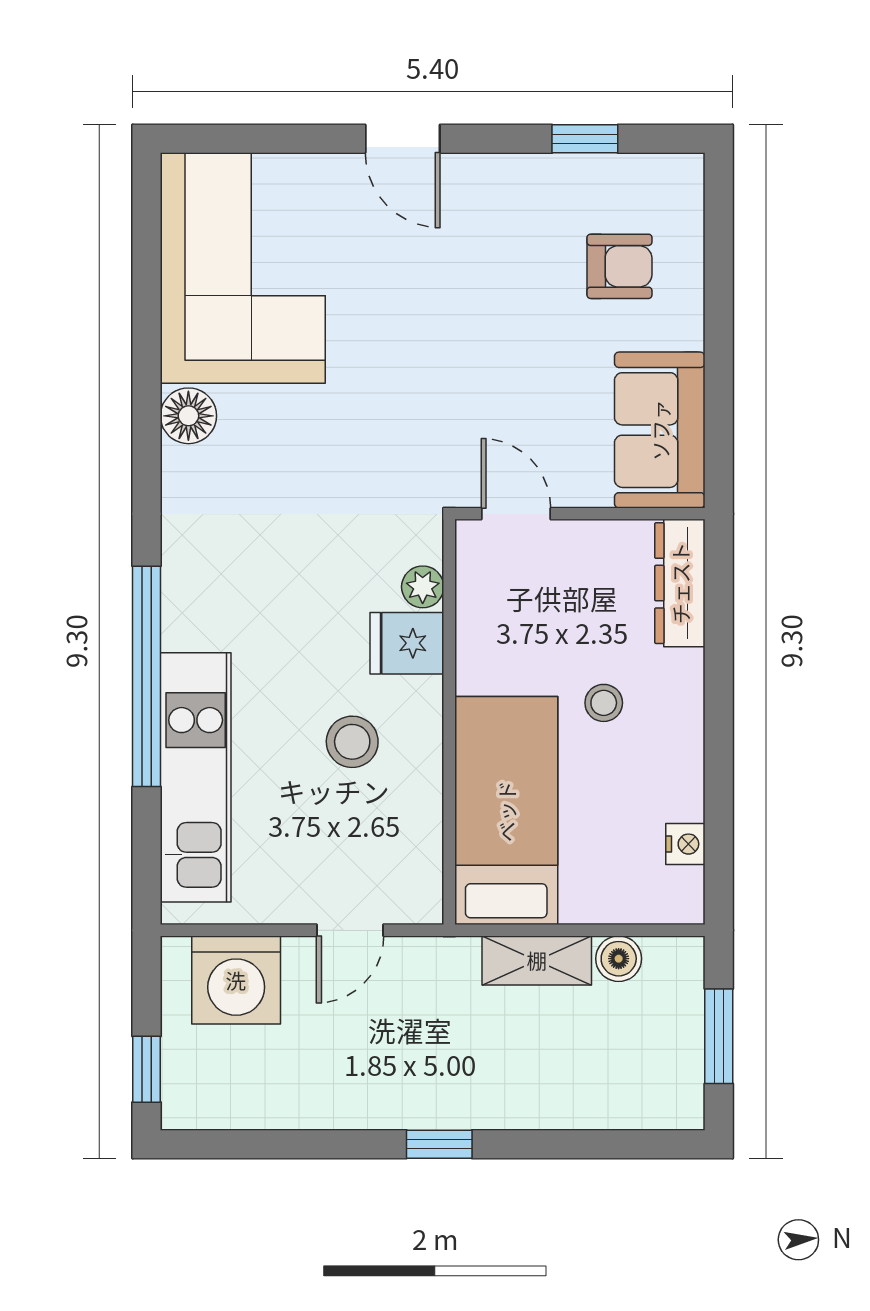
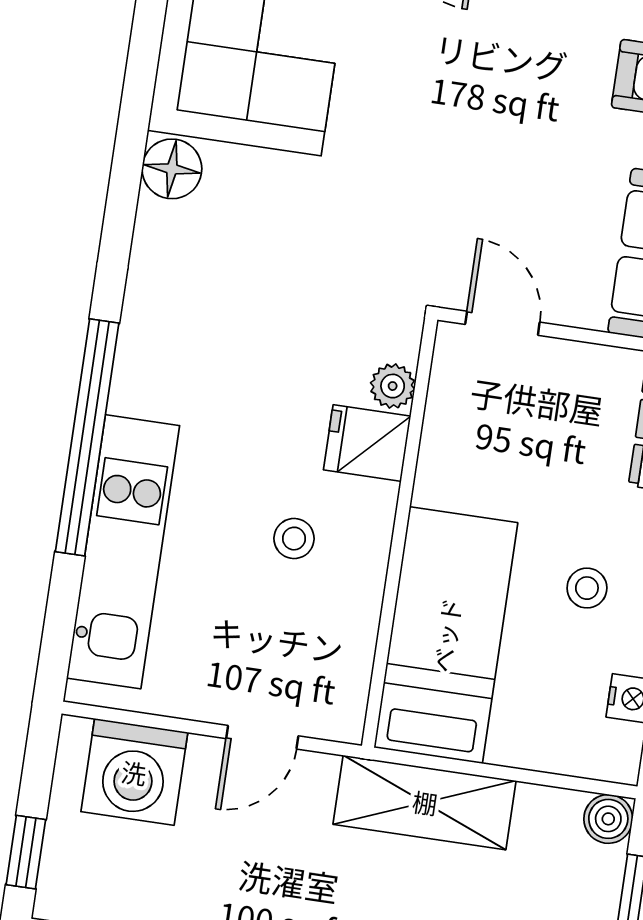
stool: (604, 703) -> (587, 588), moved
stool: (352, 742) -> (294, 539), width x0.73, depth x0.73
boiler: (619, 959) -> (608, 819), moved
shelving: (537, 960) -> (425, 802), width x1.50, depth x1.33

